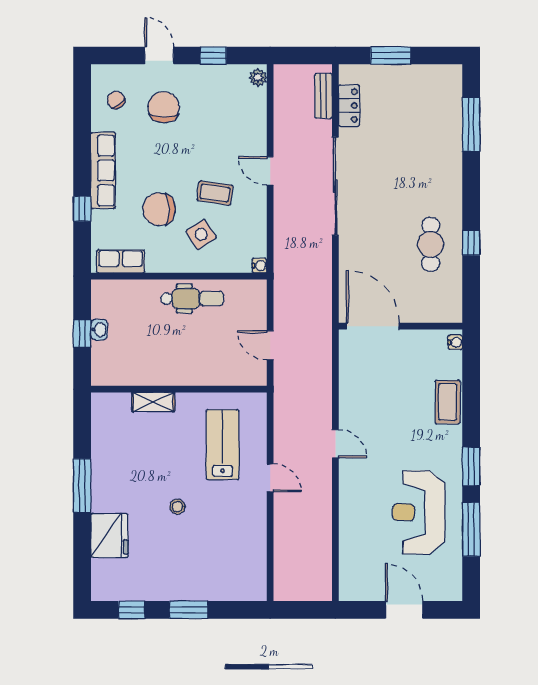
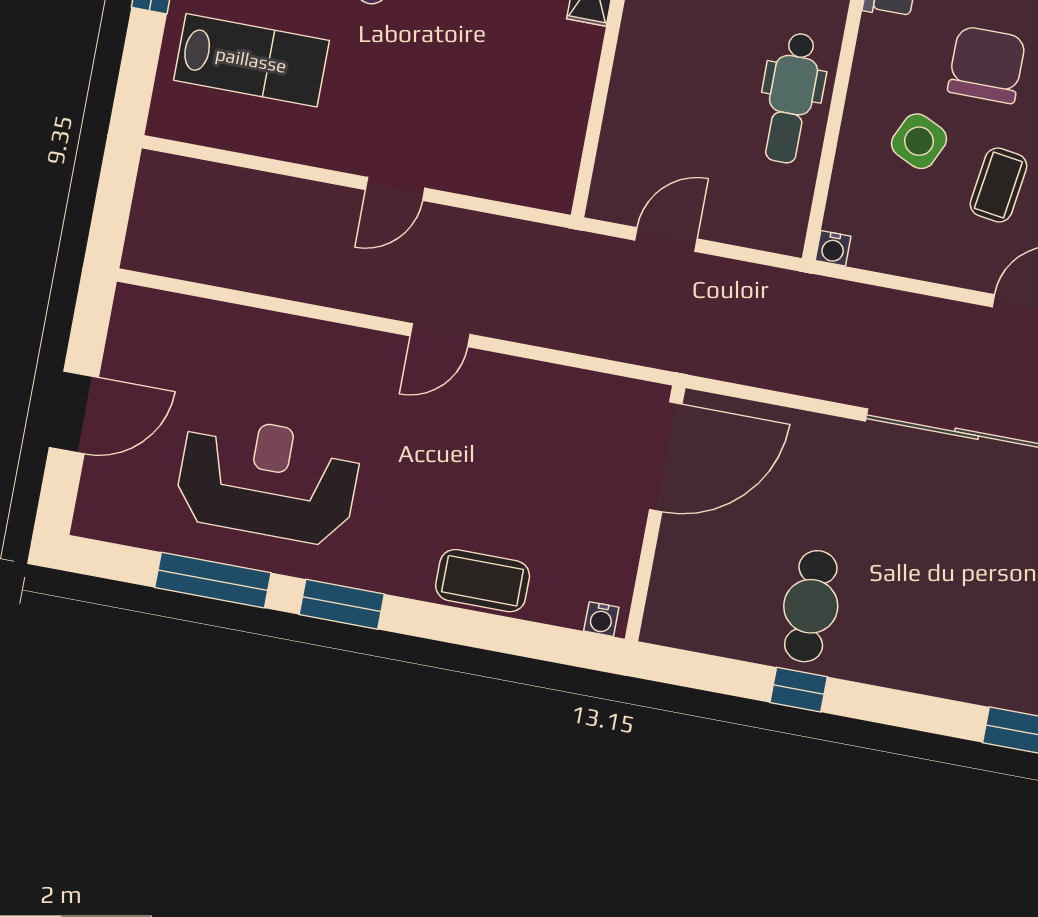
side table: (201, 234) -> (919, 141), turned -32
cafe table: (431, 244) -> (811, 606), turned 90
lab bench: (223, 445) -> (251, 60), moved

